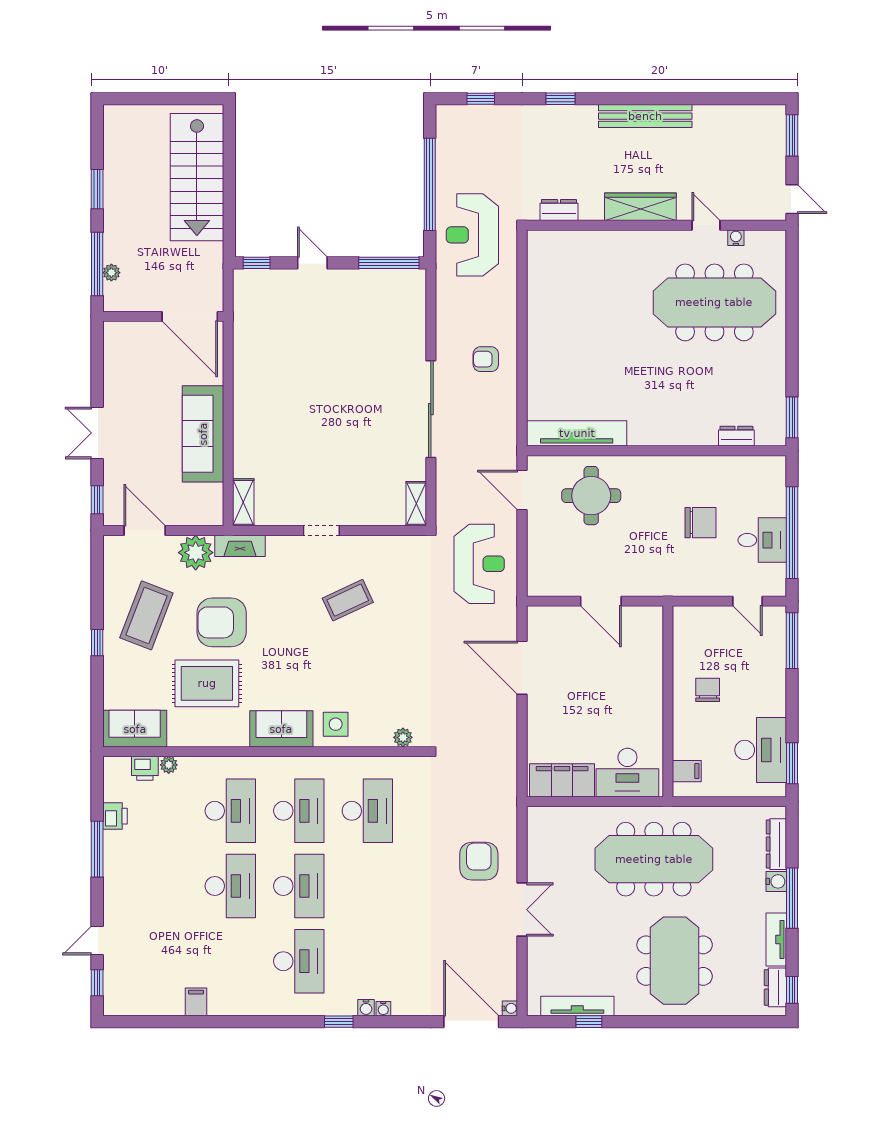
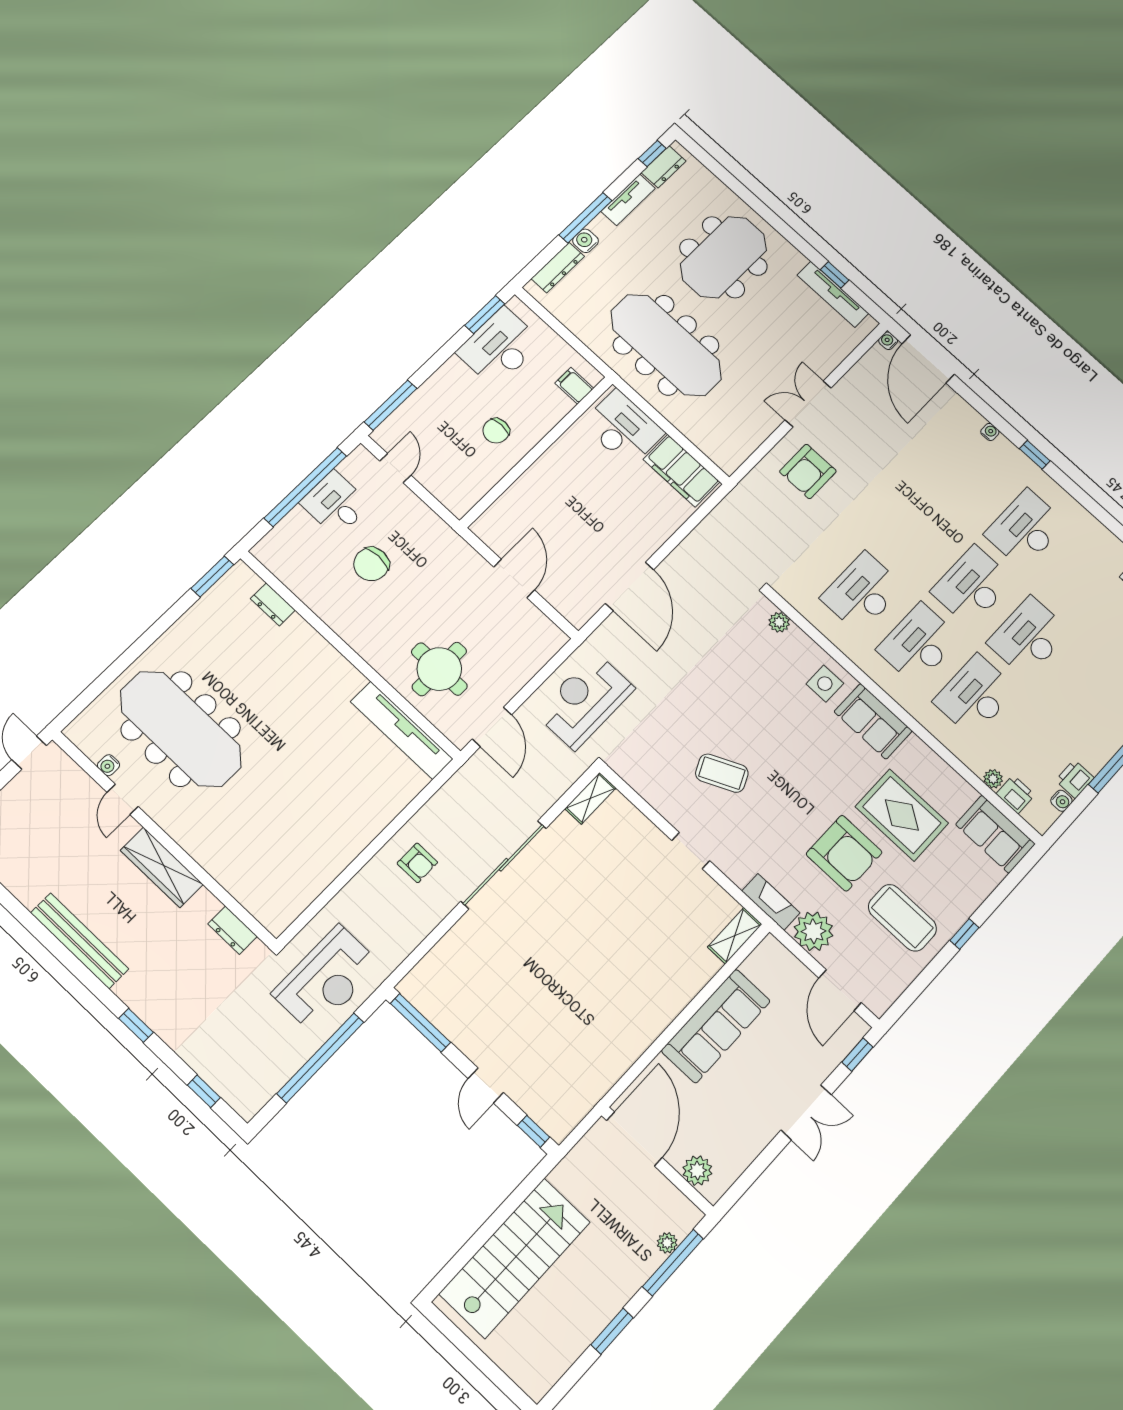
plant: (133, 334) -> (697, 1171), added
chair: (701, 523) -> (371, 564), turned -90
coffee table: (146, 615) -> (902, 918), turned 69
water cooler: (366, 1008) -> (1061, 801), moved, turned 90

